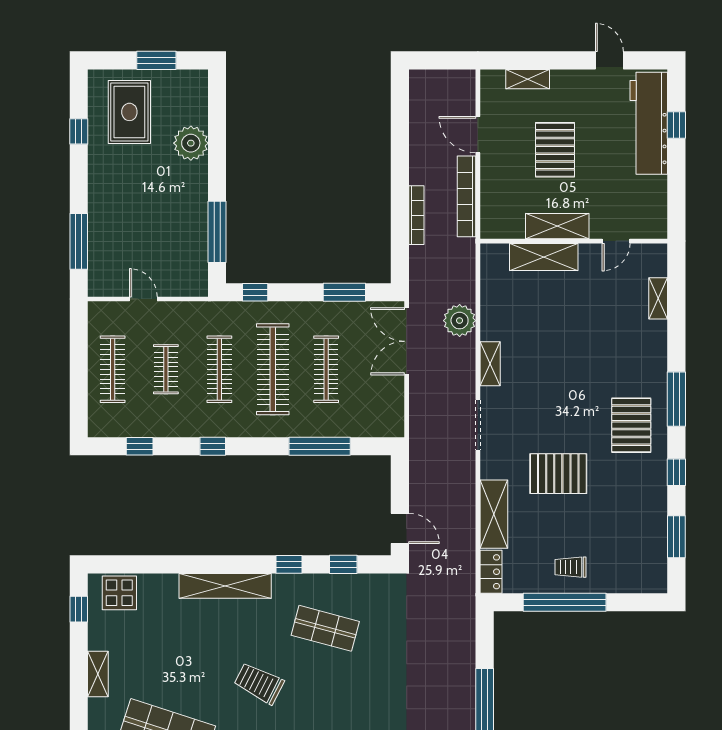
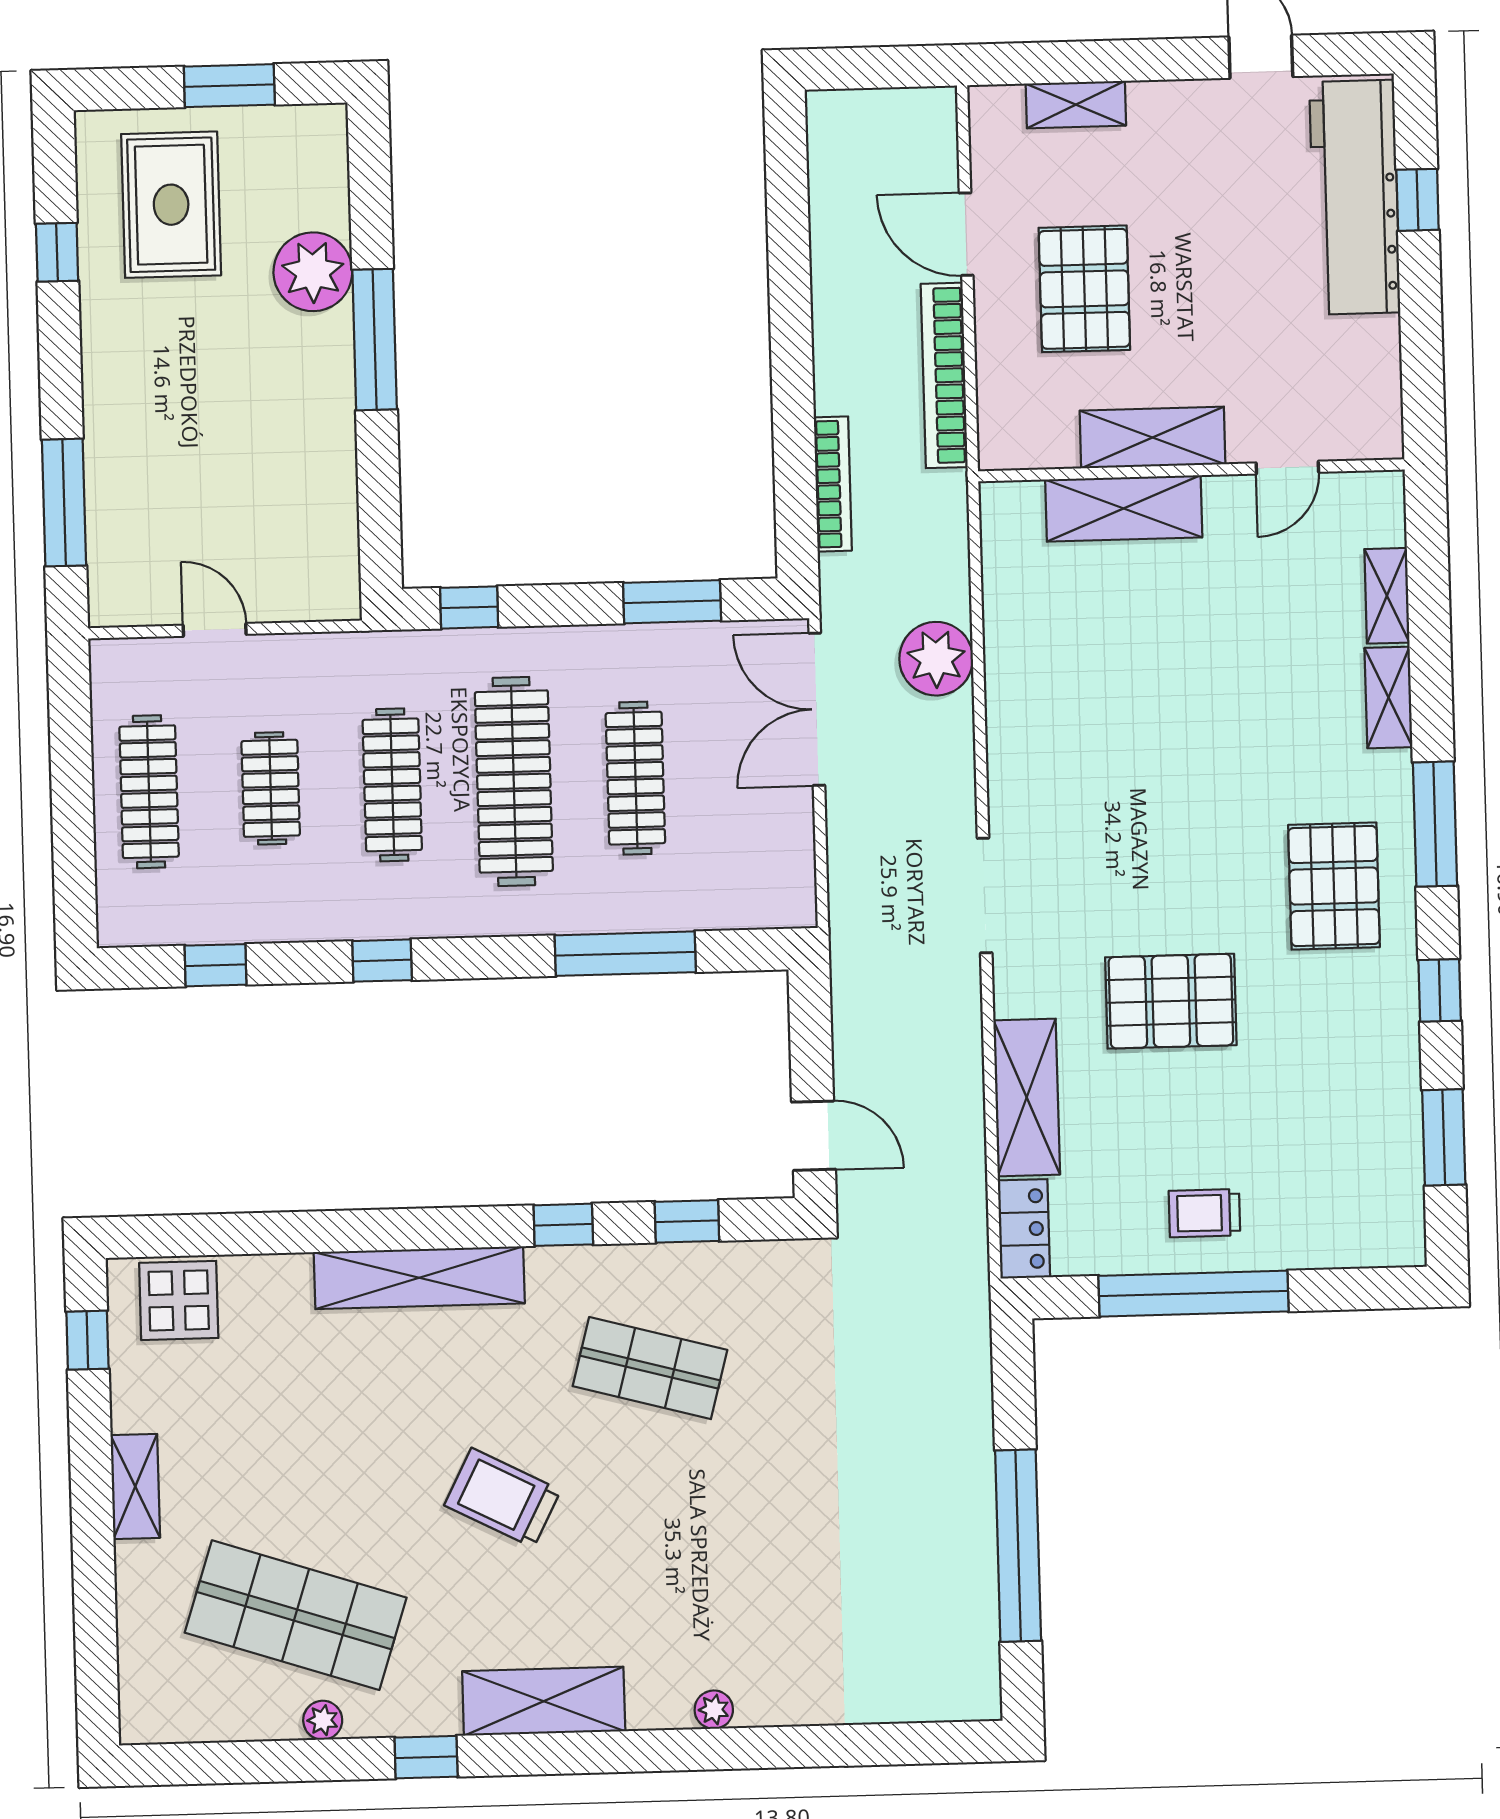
pallet: (555, 150) -> (1084, 289), moved
bookcase: (416, 215) -> (833, 484), moved
window: (217, 232) -> (375, 340), moved
shelving: (490, 364) -> (1388, 697), moved

